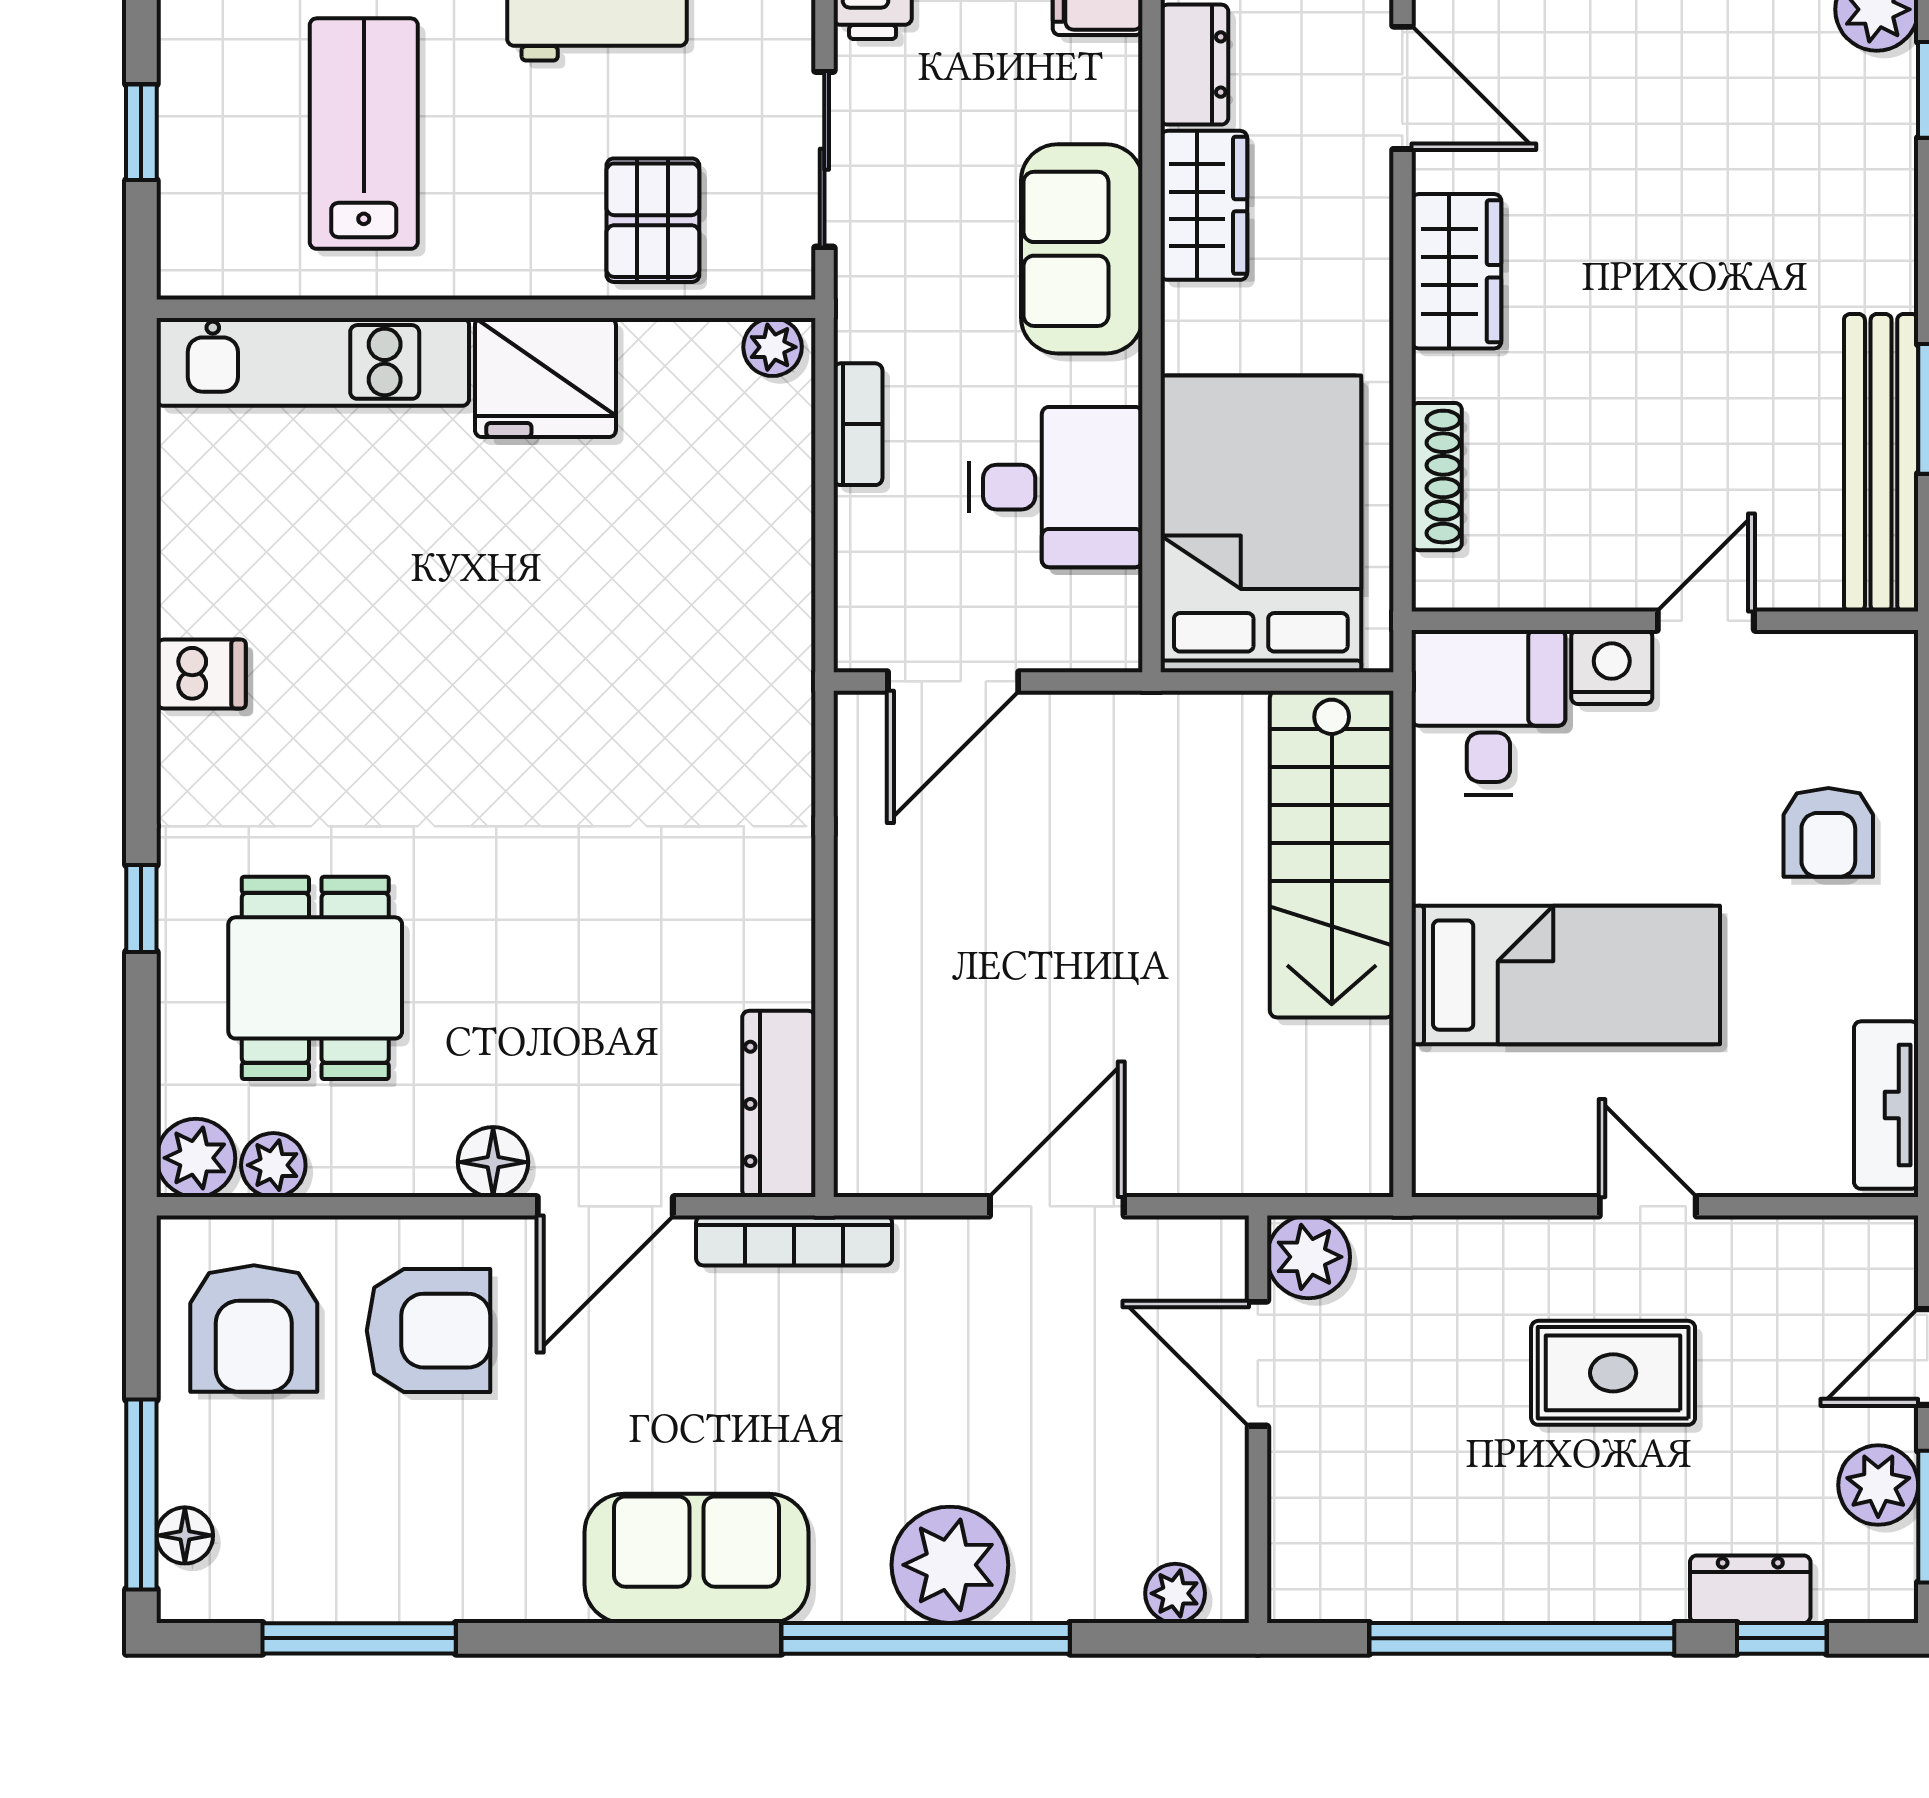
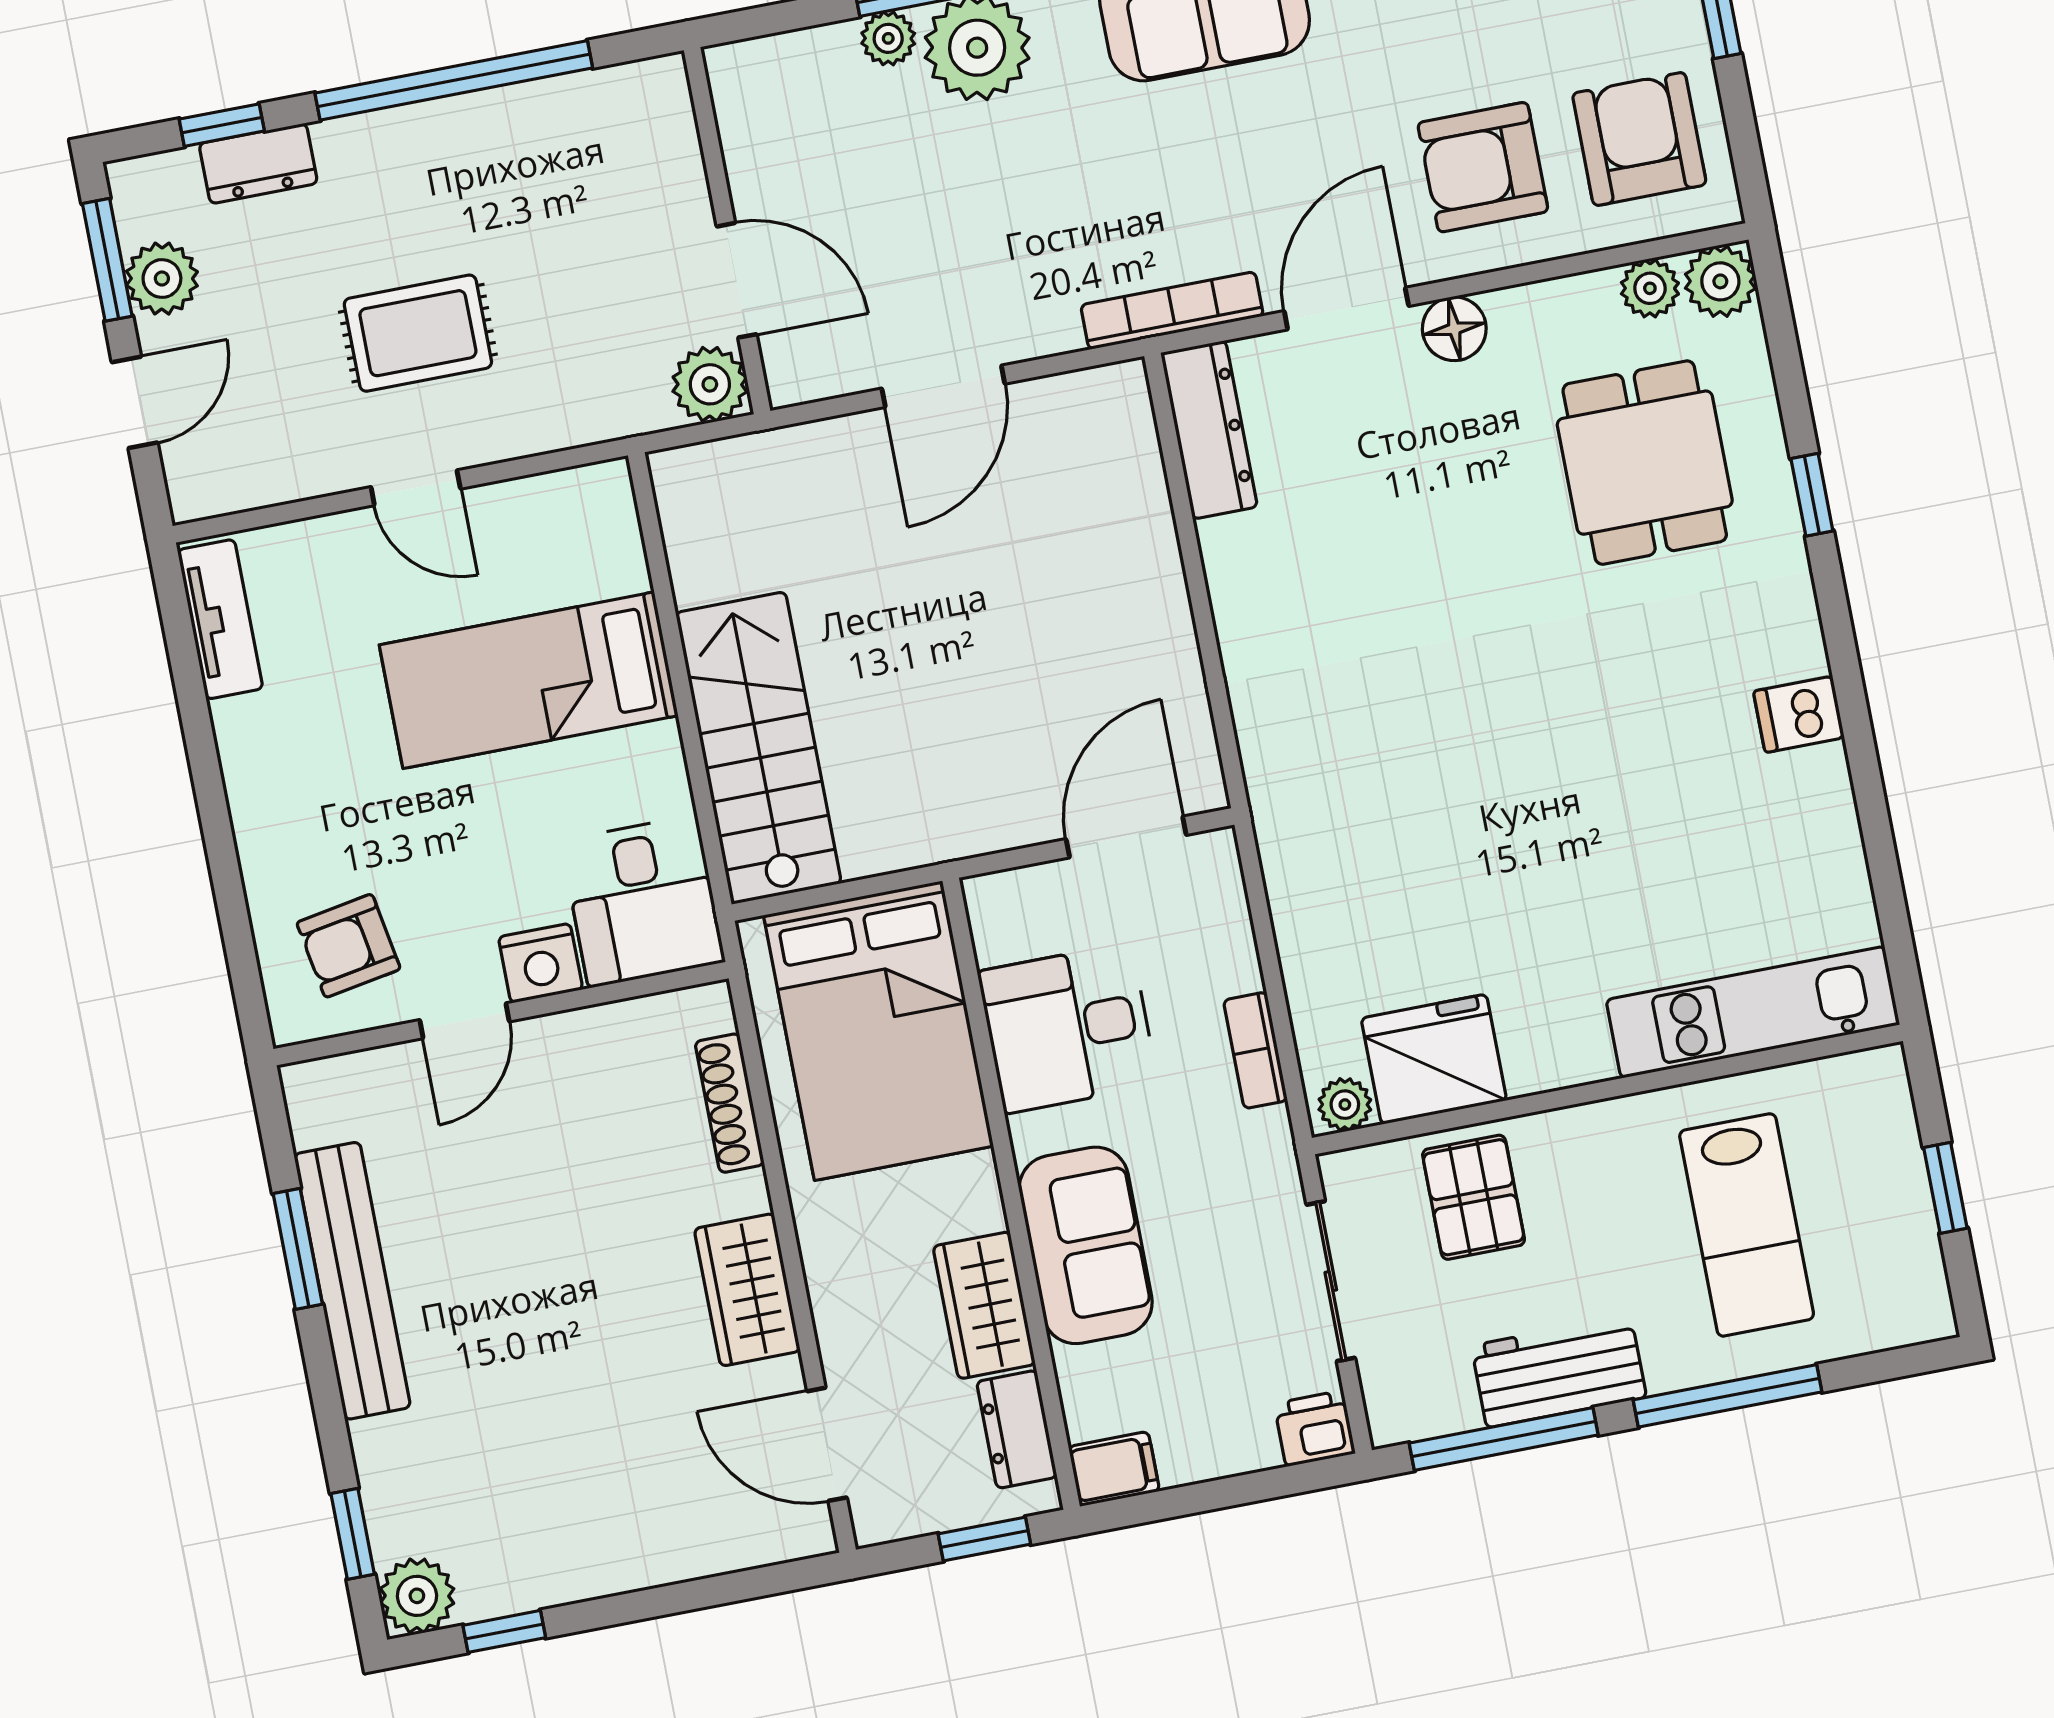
fridge: (545, 378) -> (1434, 1059), moved
bench: (1881, 463) -> (352, 1281), moved
armchair: (1828, 832) -> (349, 946), moved, turned -100
plant: (1175, 1593) -> (888, 38), moved

